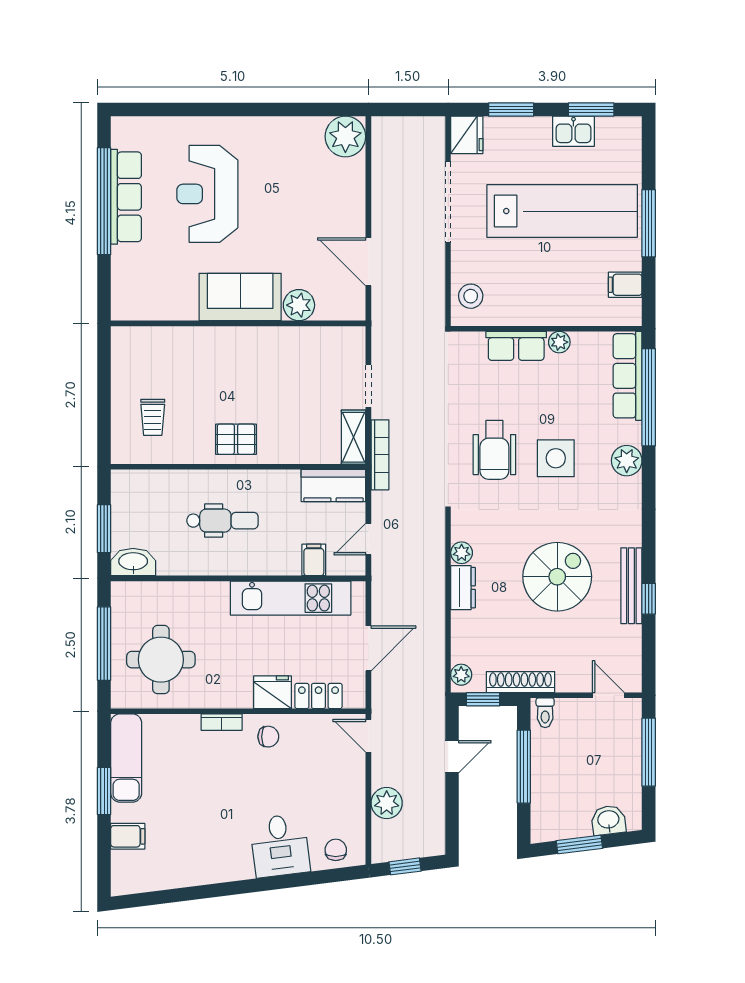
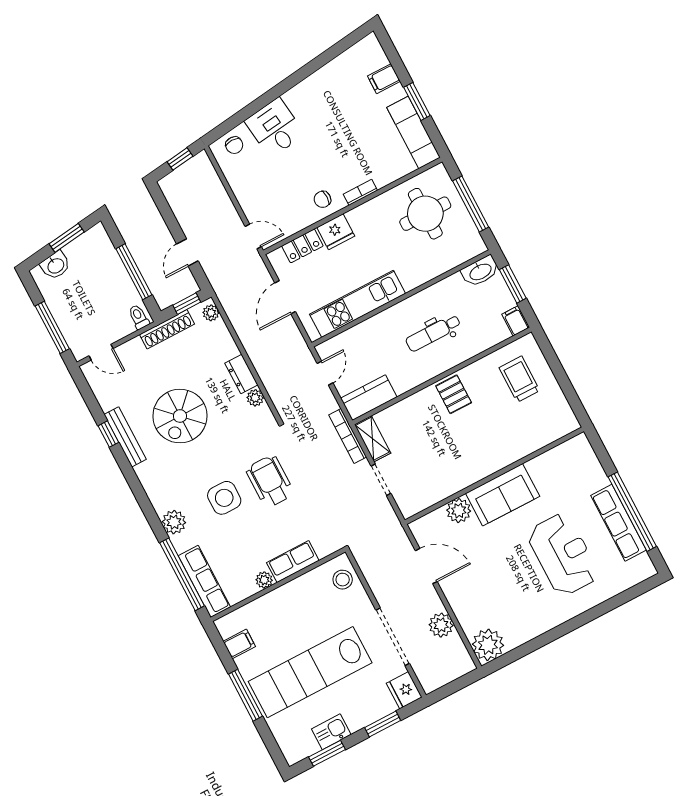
trolley: (153, 417) -> (519, 379), width x1.36, depth x1.39
pallet: (236, 439) -> (454, 394), turned 90
filing cabinet: (314, 560) -> (516, 321), moved, turned 180
plant: (387, 803) -> (441, 625), moved

